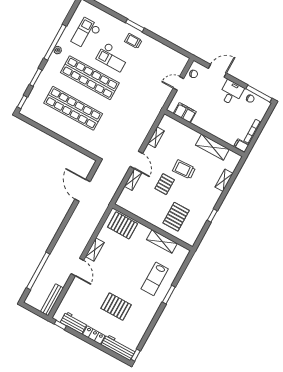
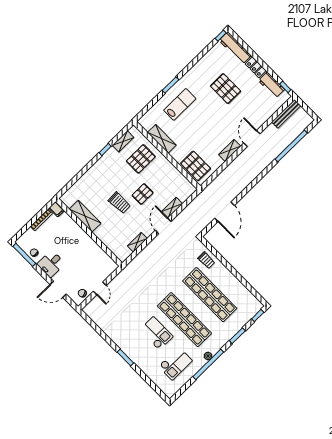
trolley: (133, 41) -> (206, 260), moved
door: (178, 83) -> (100, 288), hinge flipped
filing cabinet: (185, 113) -> (102, 258), removed
shelving: (224, 180) -> (123, 141), moved

